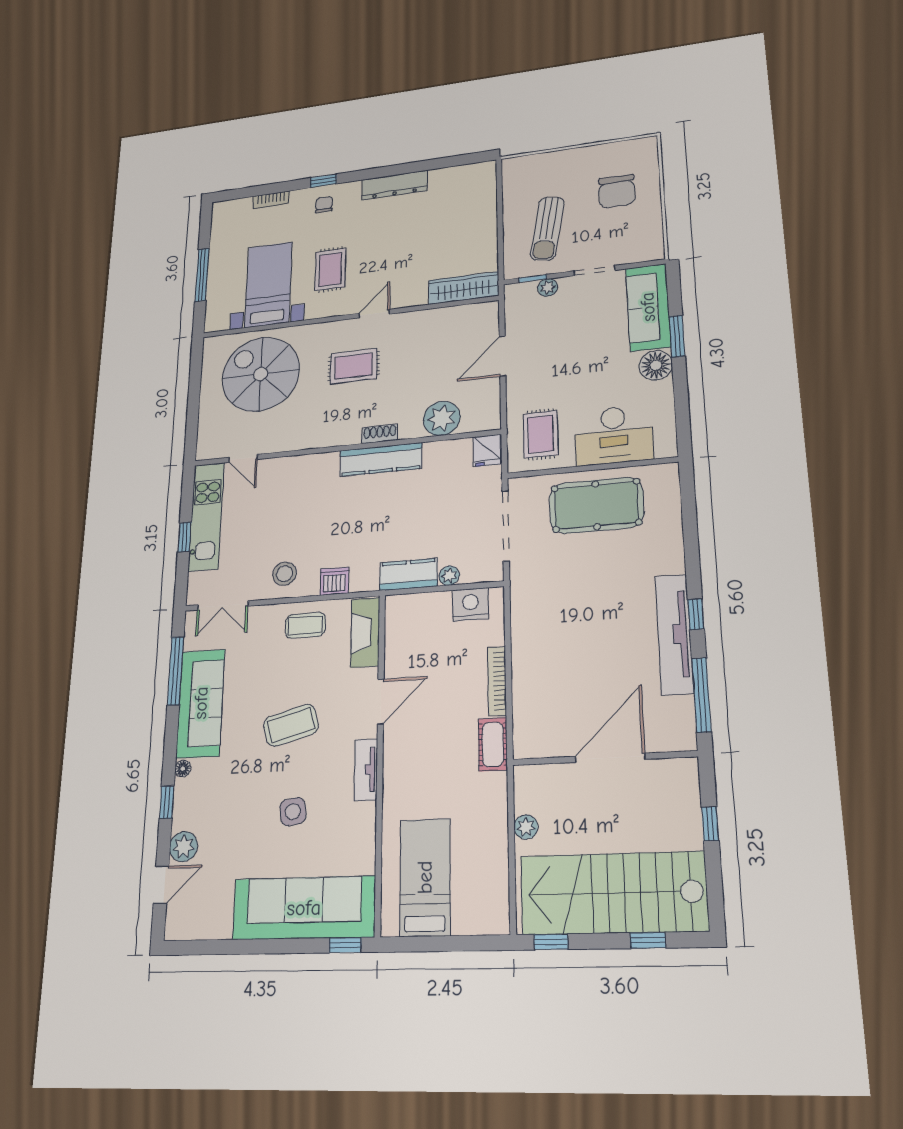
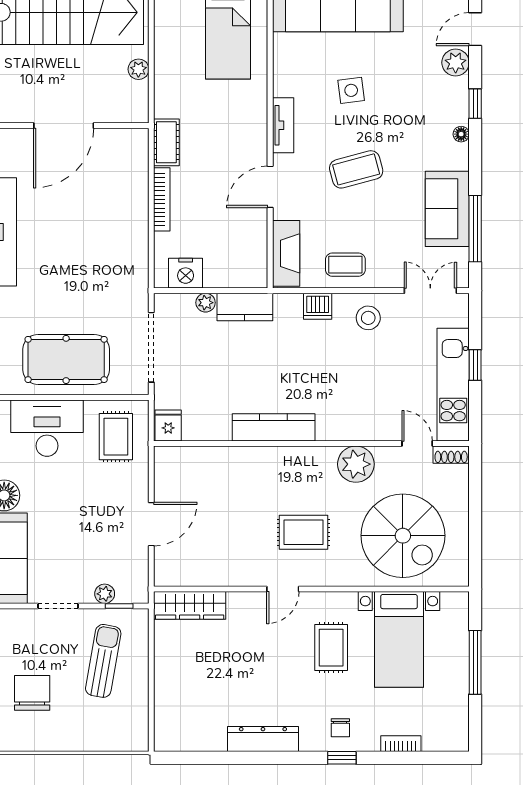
plant: (442, 418) -> (356, 464), moved
shoe rack: (380, 434) -> (451, 455), moved
sofa: (201, 703) -> (447, 209), width x0.73

